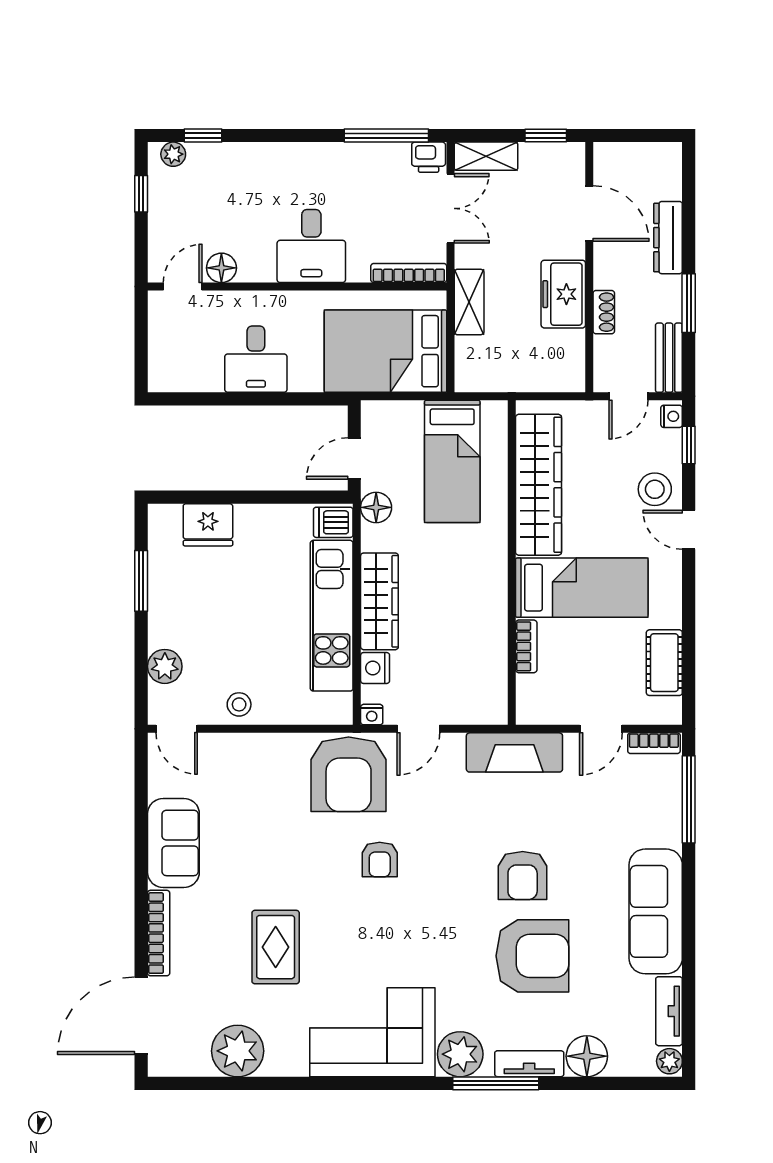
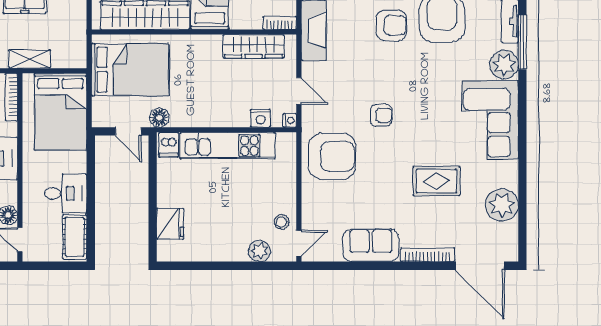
cot: (187, 373) -> (75, 237), added
bed: (452, 461) -> (130, 70), width x1.50
window: (141, 581) -> (205, 266), removed
wardrobe: (379, 601) -> (254, 46), moved, turned 180
bookcase: (526, 646) -> (280, 23), moved
stool: (239, 704) -> (281, 222), moved
armchair: (349, 774) -> (332, 156), moved

